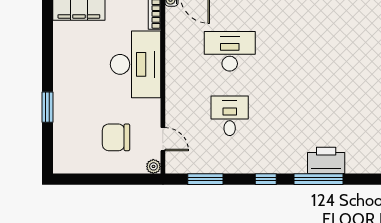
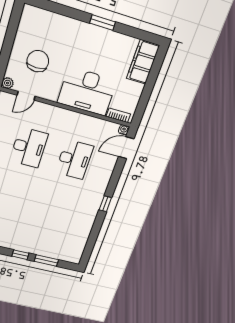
window: (47, 107) -> (103, 23), moved
desk: (230, 116) -> (29, 147), width x1.37

